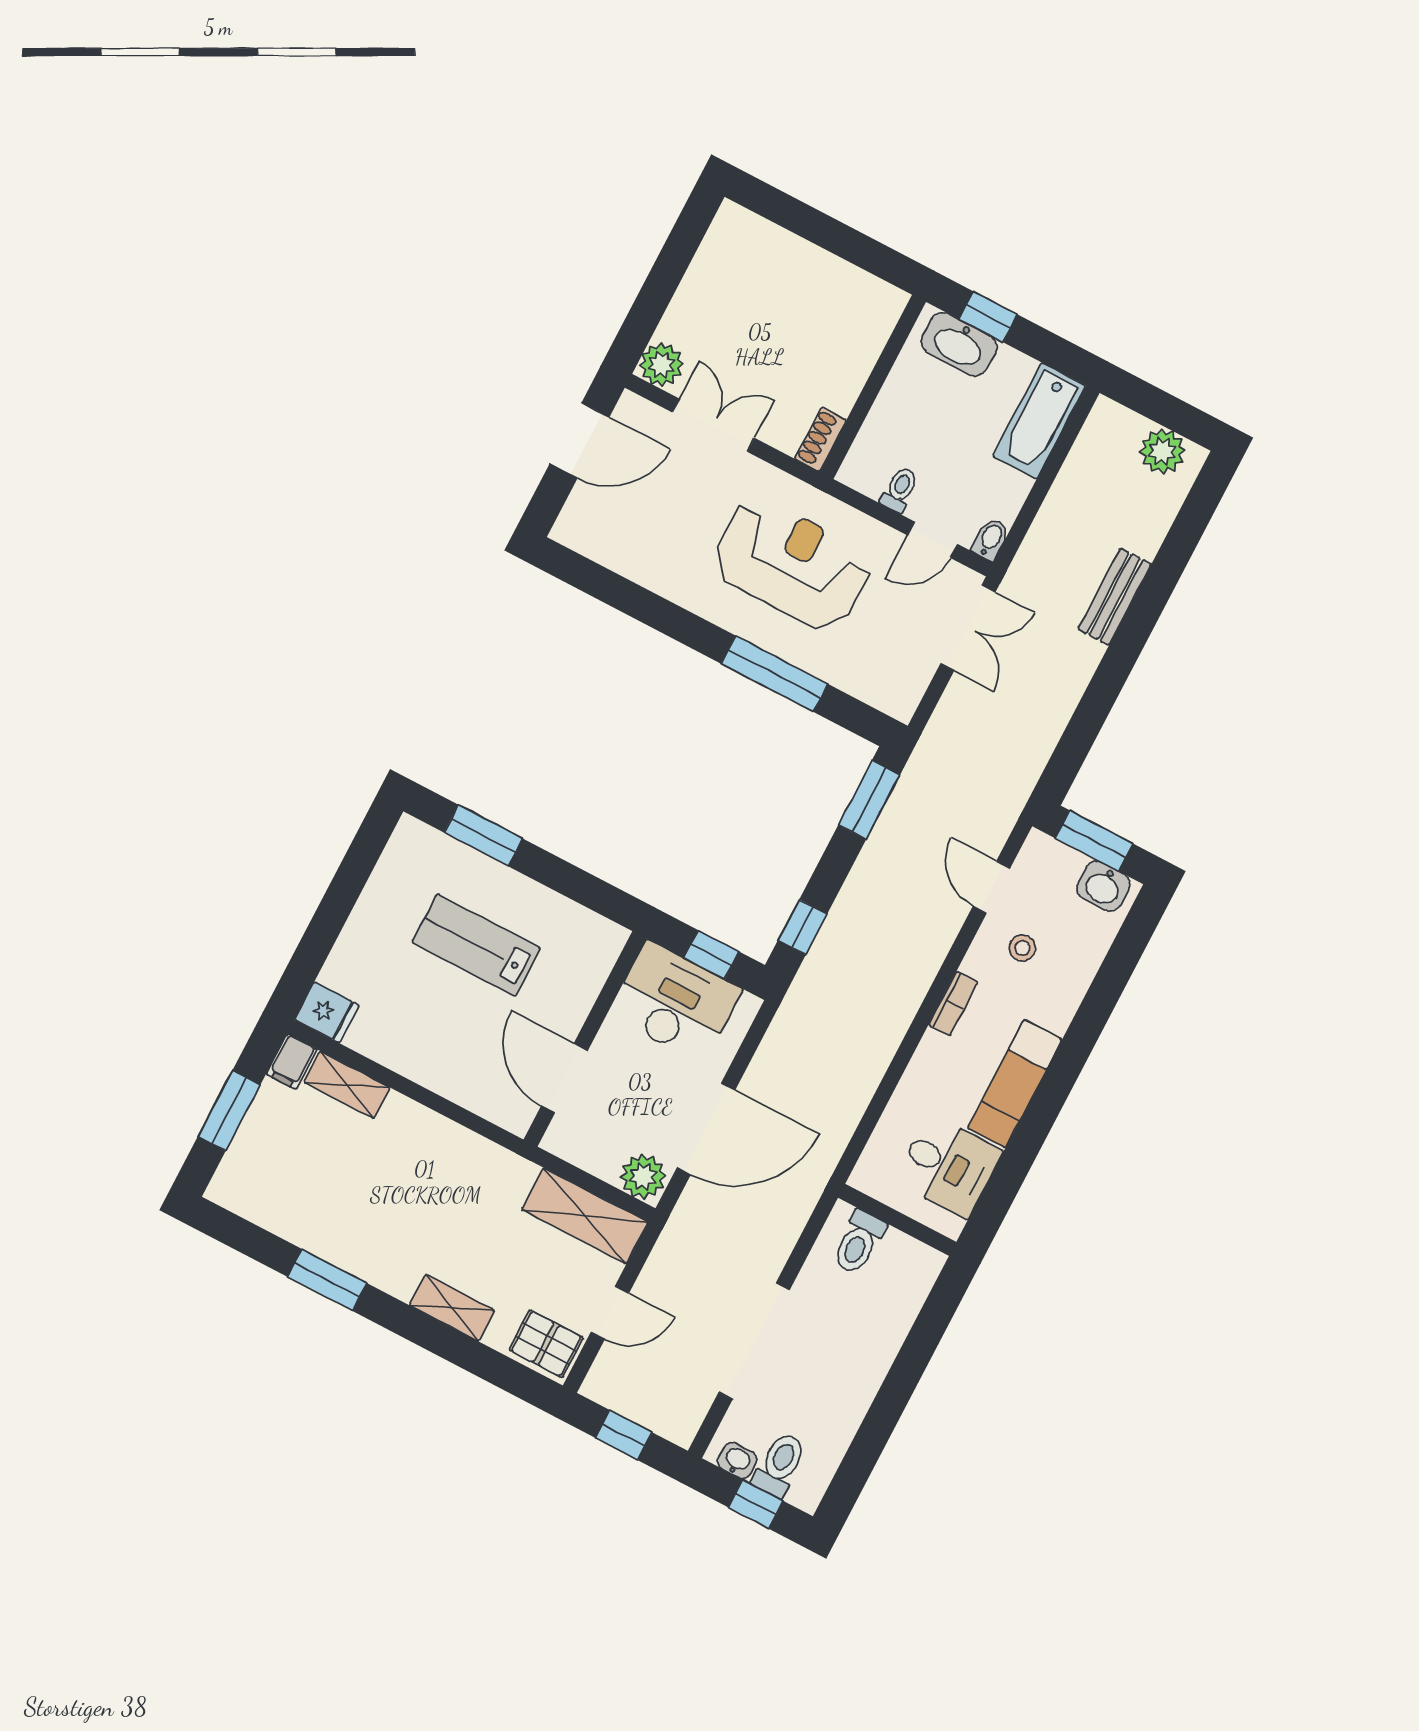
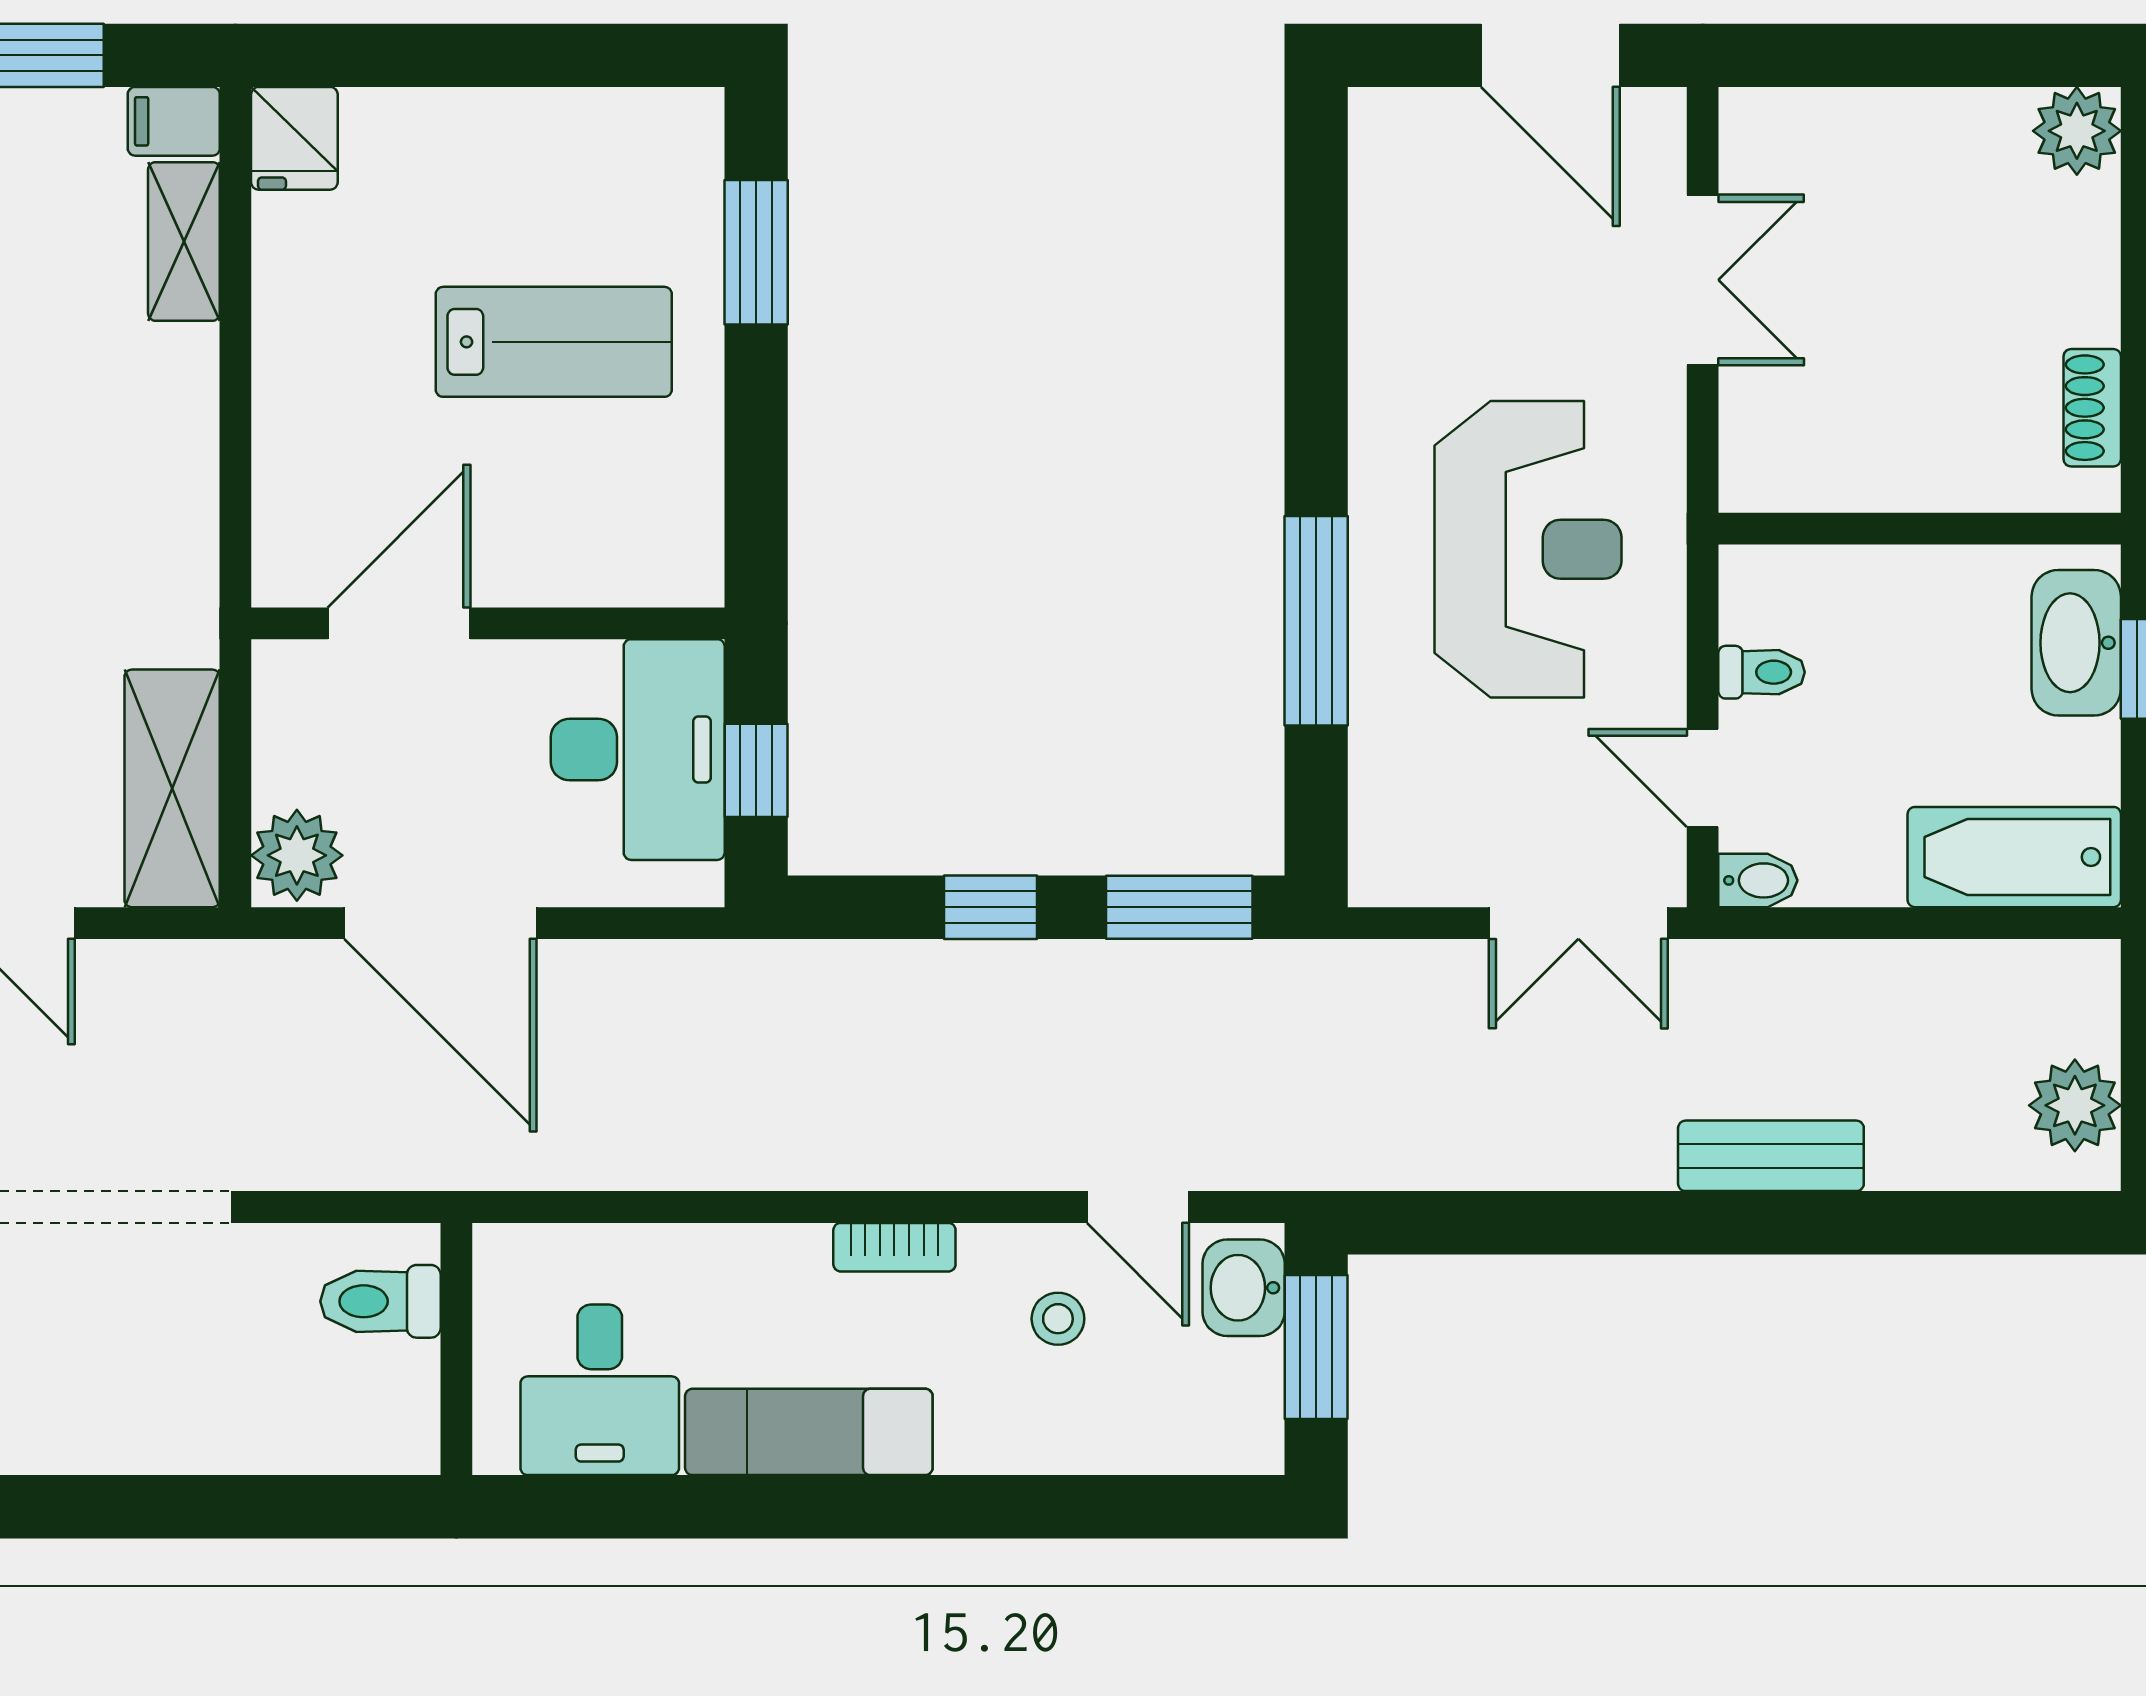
plant: (661, 365) -> (2077, 131), moved
shoe rack: (820, 439) -> (2092, 408), moved, turned -90
washbasin: (1103, 886) -> (1244, 1288), moved
door: (992, 887) -> (1138, 1207), swing flipped
window: (803, 927) -> (991, 907), moved
lab bench: (476, 945) -> (554, 342), turned 90

